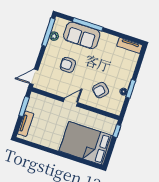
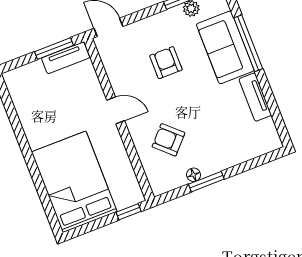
tv unit: (130, 45) -> (255, 97), moved
tv unit: (26, 124) -> (66, 58), moved

